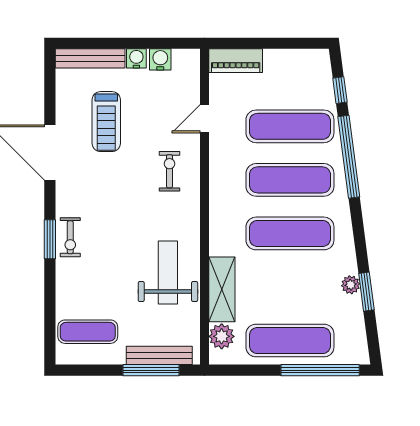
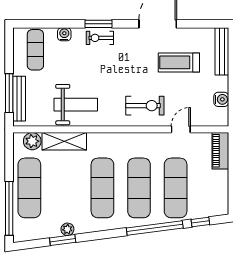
water cooler: (136, 58) -> (64, 34), moved, turned -90
door: (204, 119) -> (181, 129), hinge flipped
exercise bike: (169, 171) -> (145, 106), width x1.38, depth x1.39

